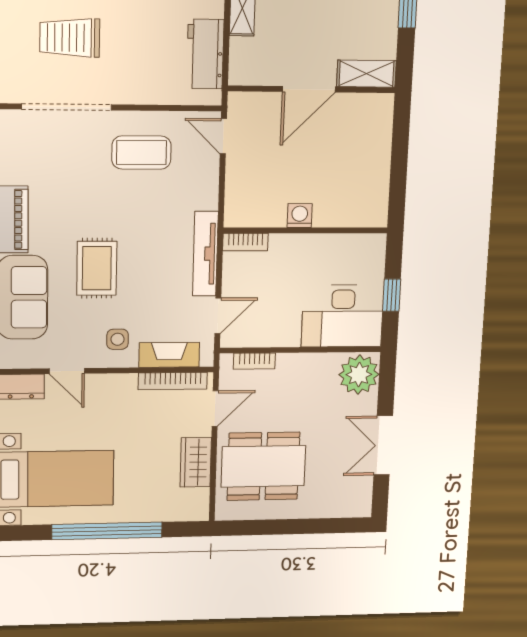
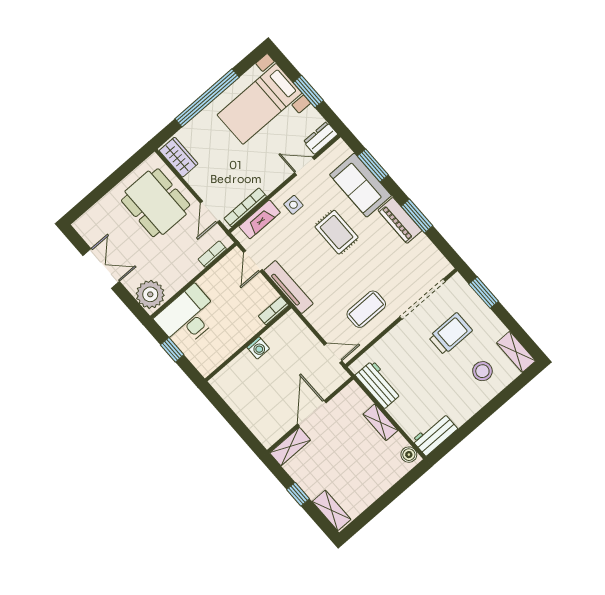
wardrobe: (196, 462) -> (179, 157), moved
dining table: (263, 466) -> (156, 203), turned 90

